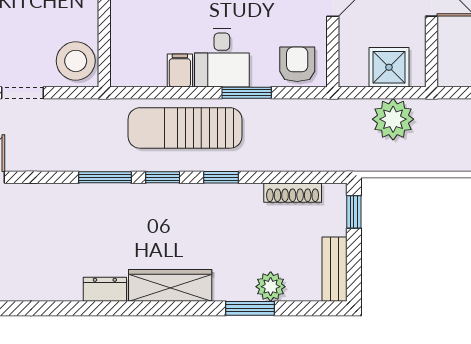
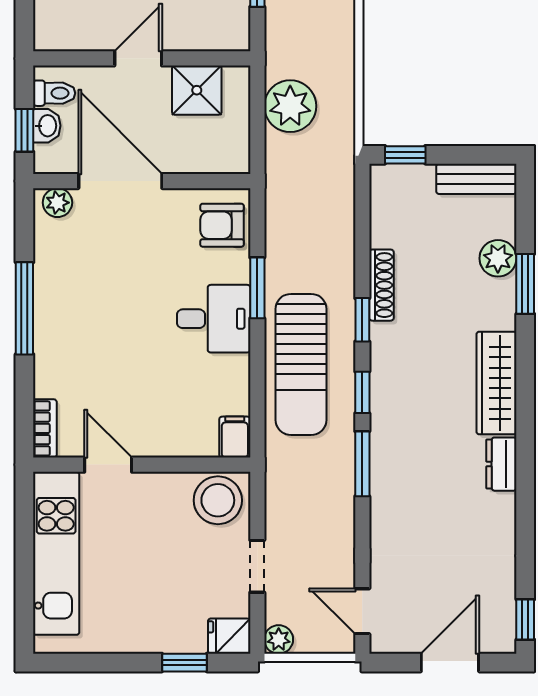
shower: (389, 67) -> (197, 90), moved
filing cabinet: (180, 70) -> (235, 437), moved, turned 90
shoe rack: (293, 193) -> (381, 285), moved

